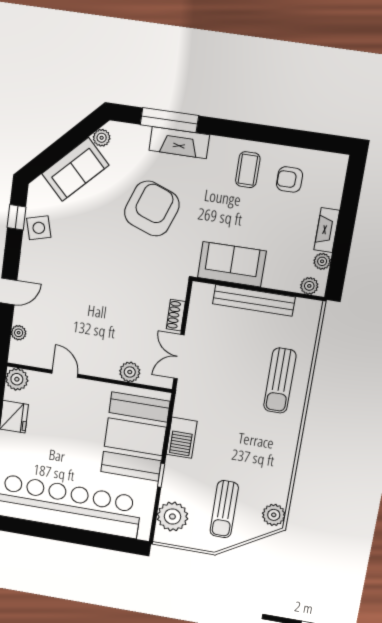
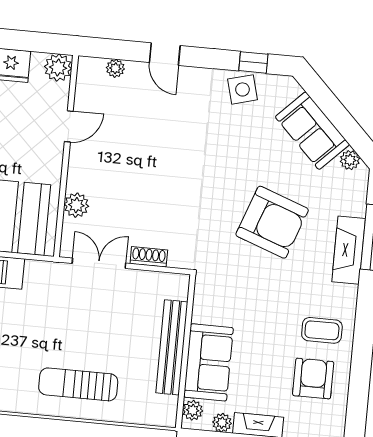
armchair: (289, 179) -> (313, 379), width x1.38, depth x1.38
sofa: (232, 264) -> (209, 362), moved

